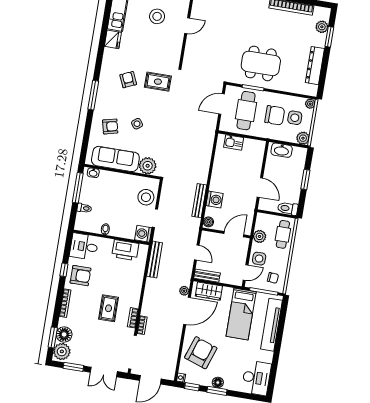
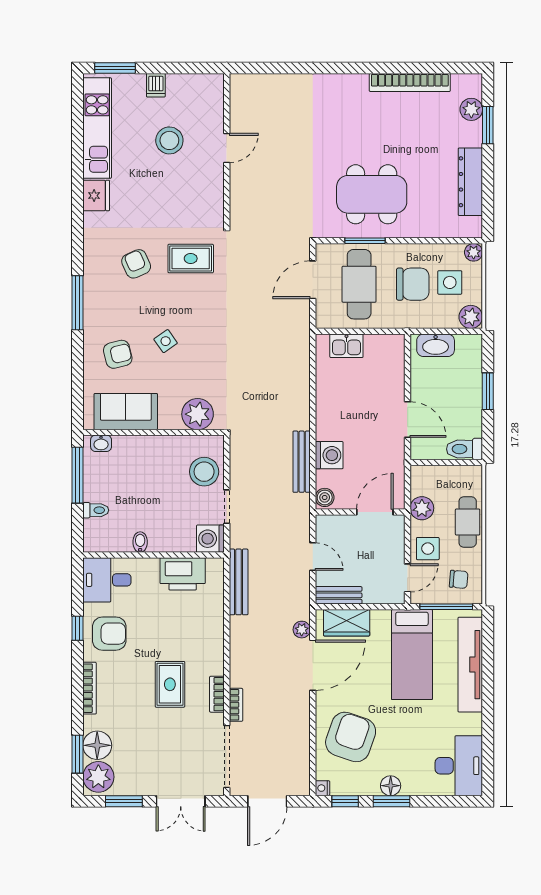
sofa: (115, 159) -> (126, 412), width x0.73
cafe table: (283, 234) -> (468, 522), moved

